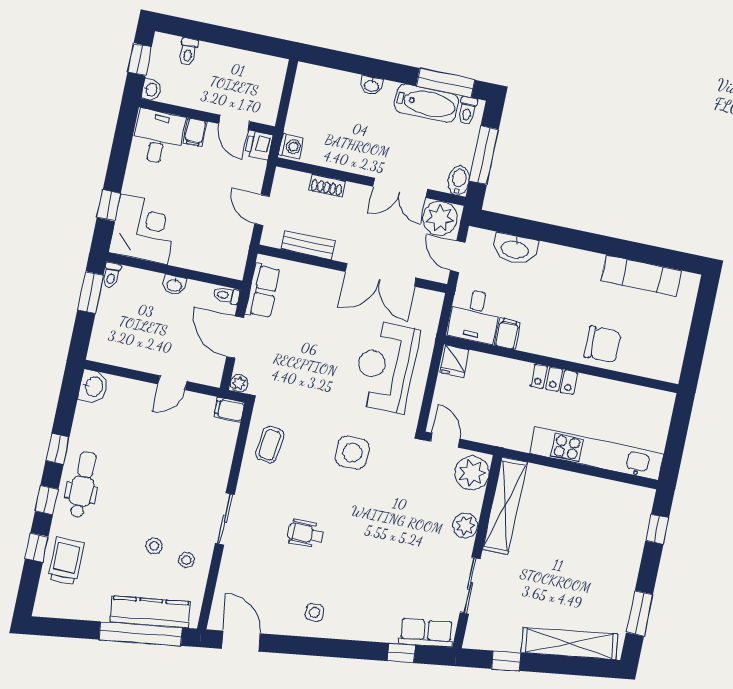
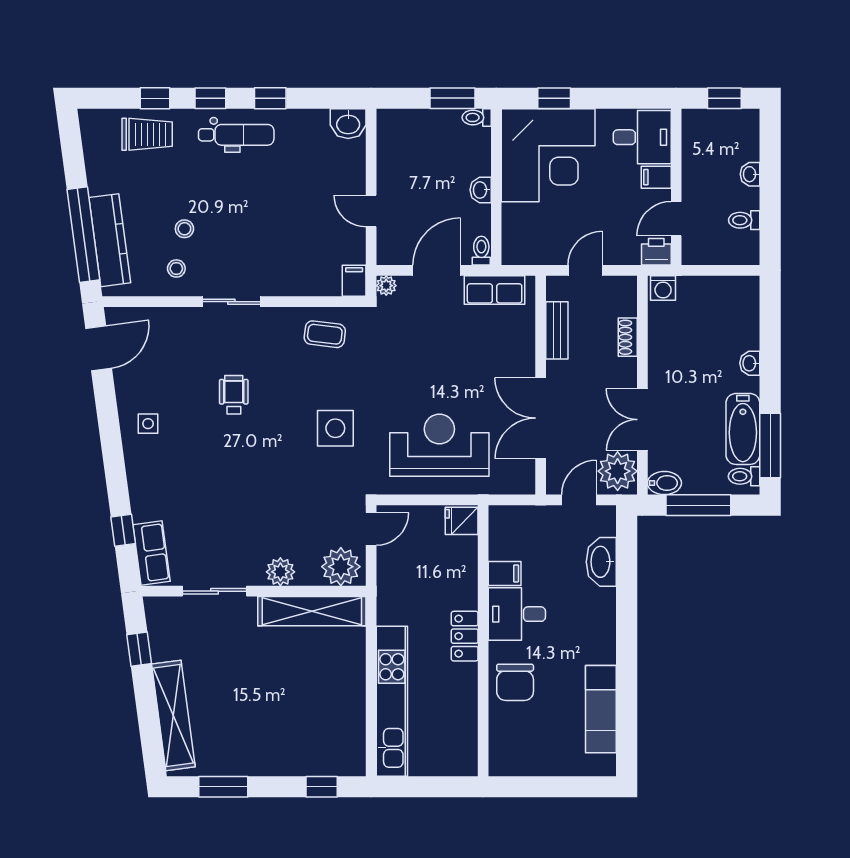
toilet: (188, 52) -> (744, 220), moved
washbasin: (151, 90) -> (750, 174), moved, turned 90
corner desk: (144, 229) -> (548, 155), width x1.36, depth x1.36
desk: (475, 316) -> (517, 614), moved

